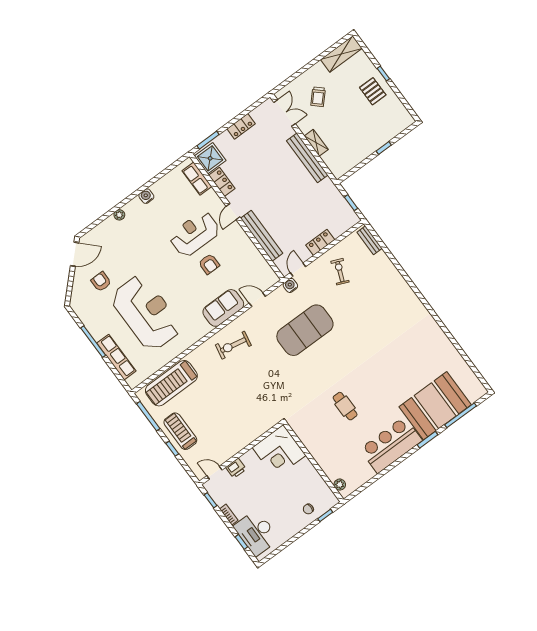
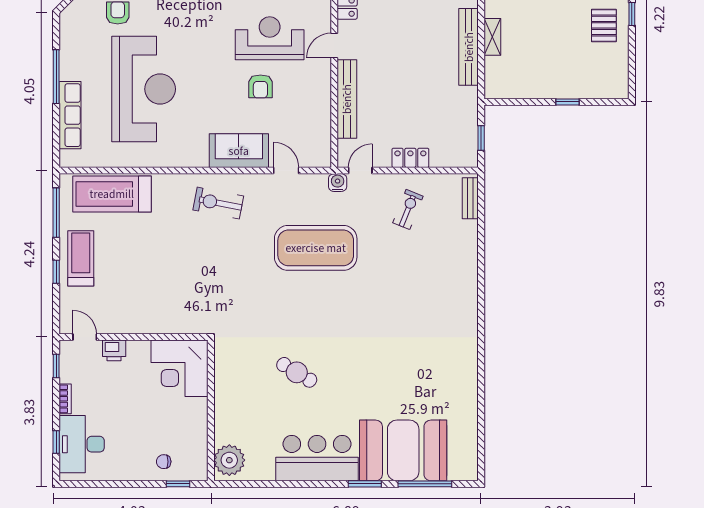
cafe table: (345, 406) -> (297, 372), turned -59
plant: (340, 485) -> (229, 460), width x1.88, depth x1.88

